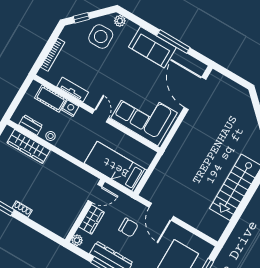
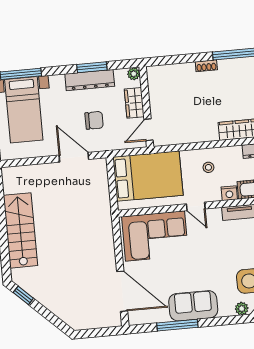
stool: (51, 136) -> (208, 167), moved
bed: (116, 167) -> (148, 176), width x1.50
chair: (128, 228) -> (94, 120), turned 180

